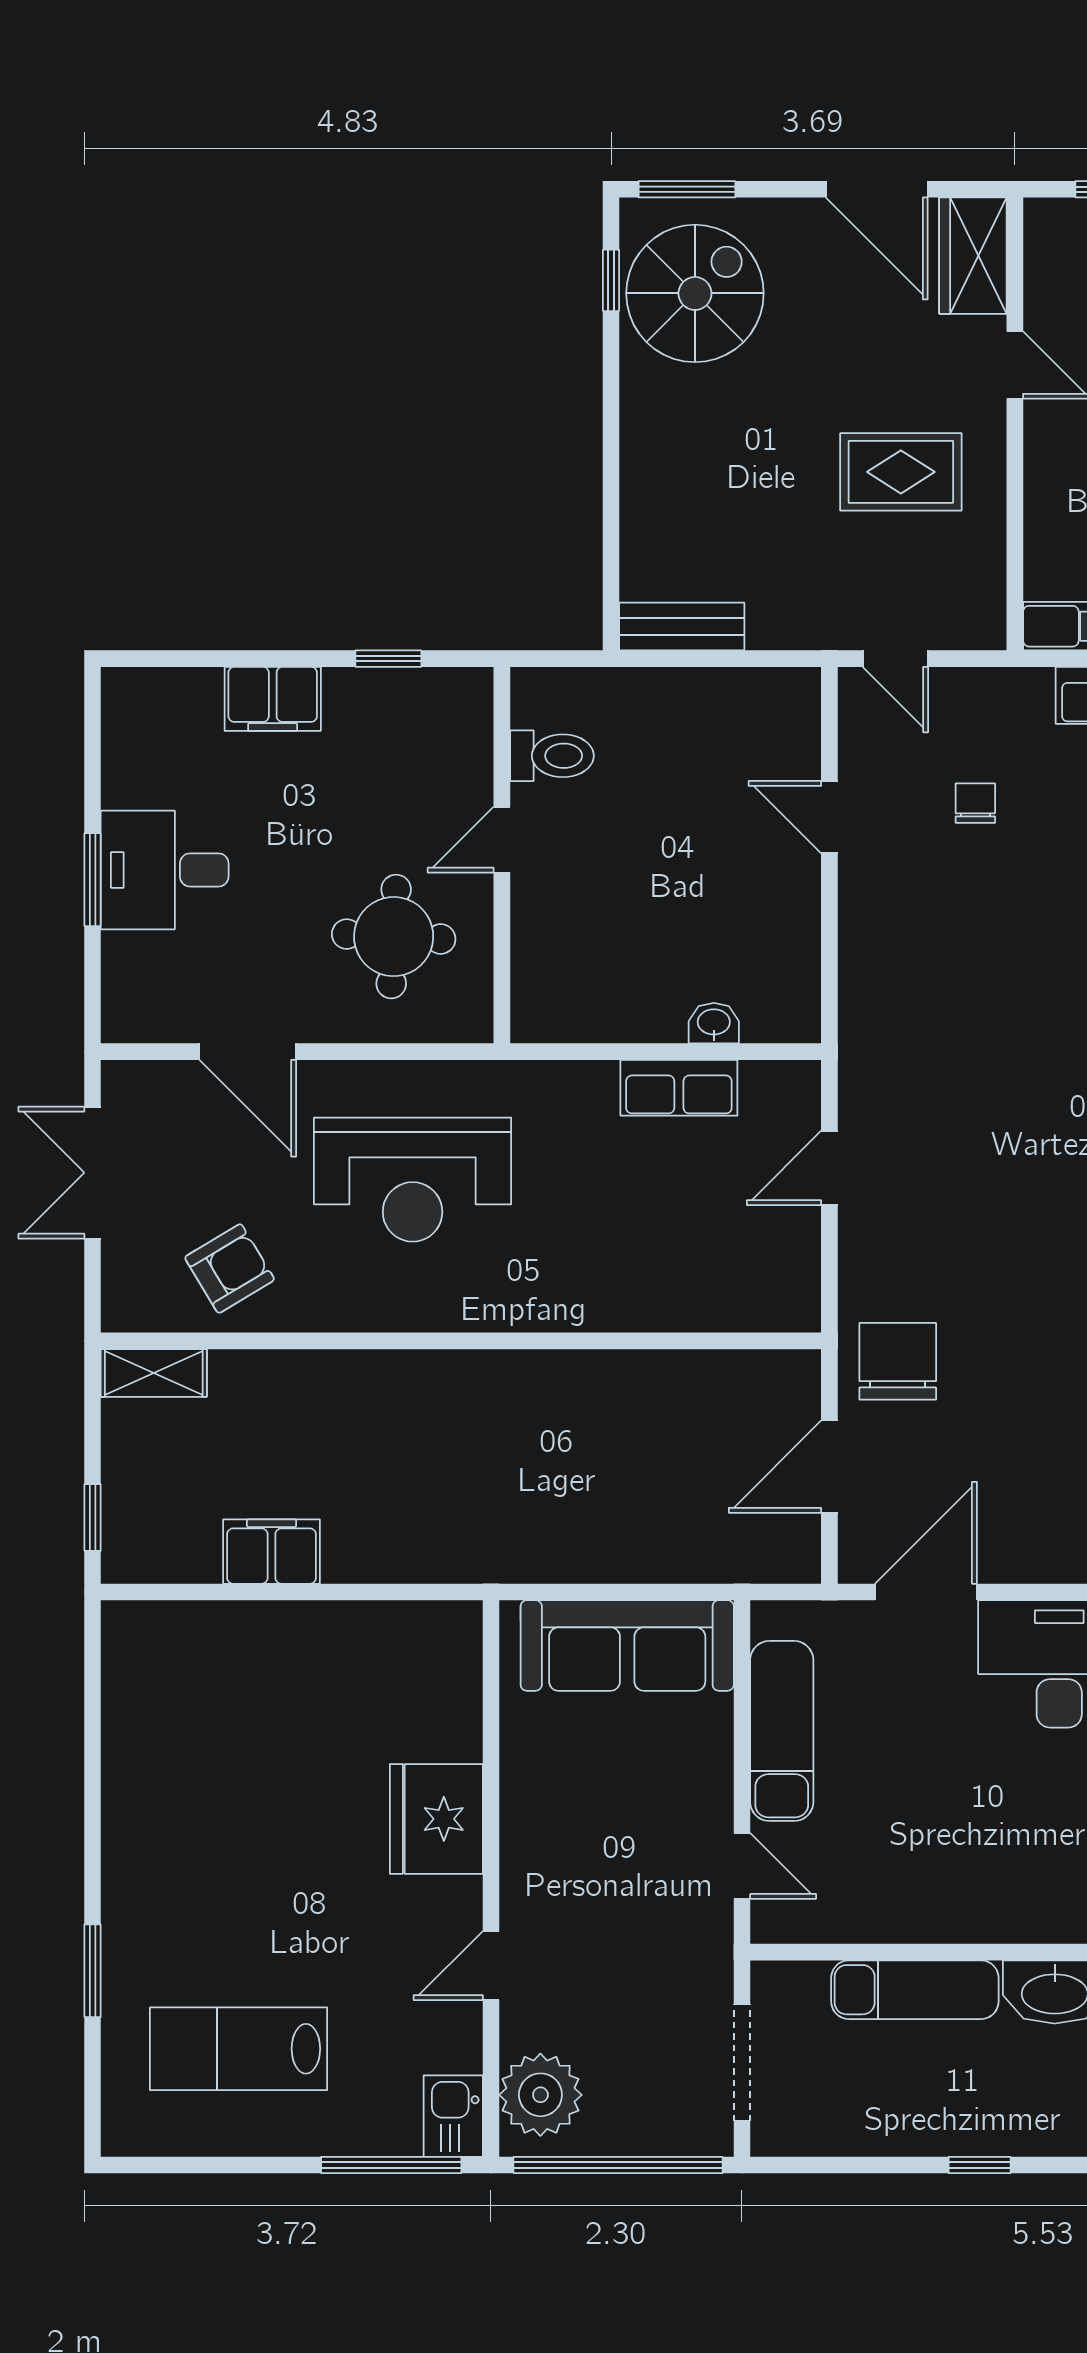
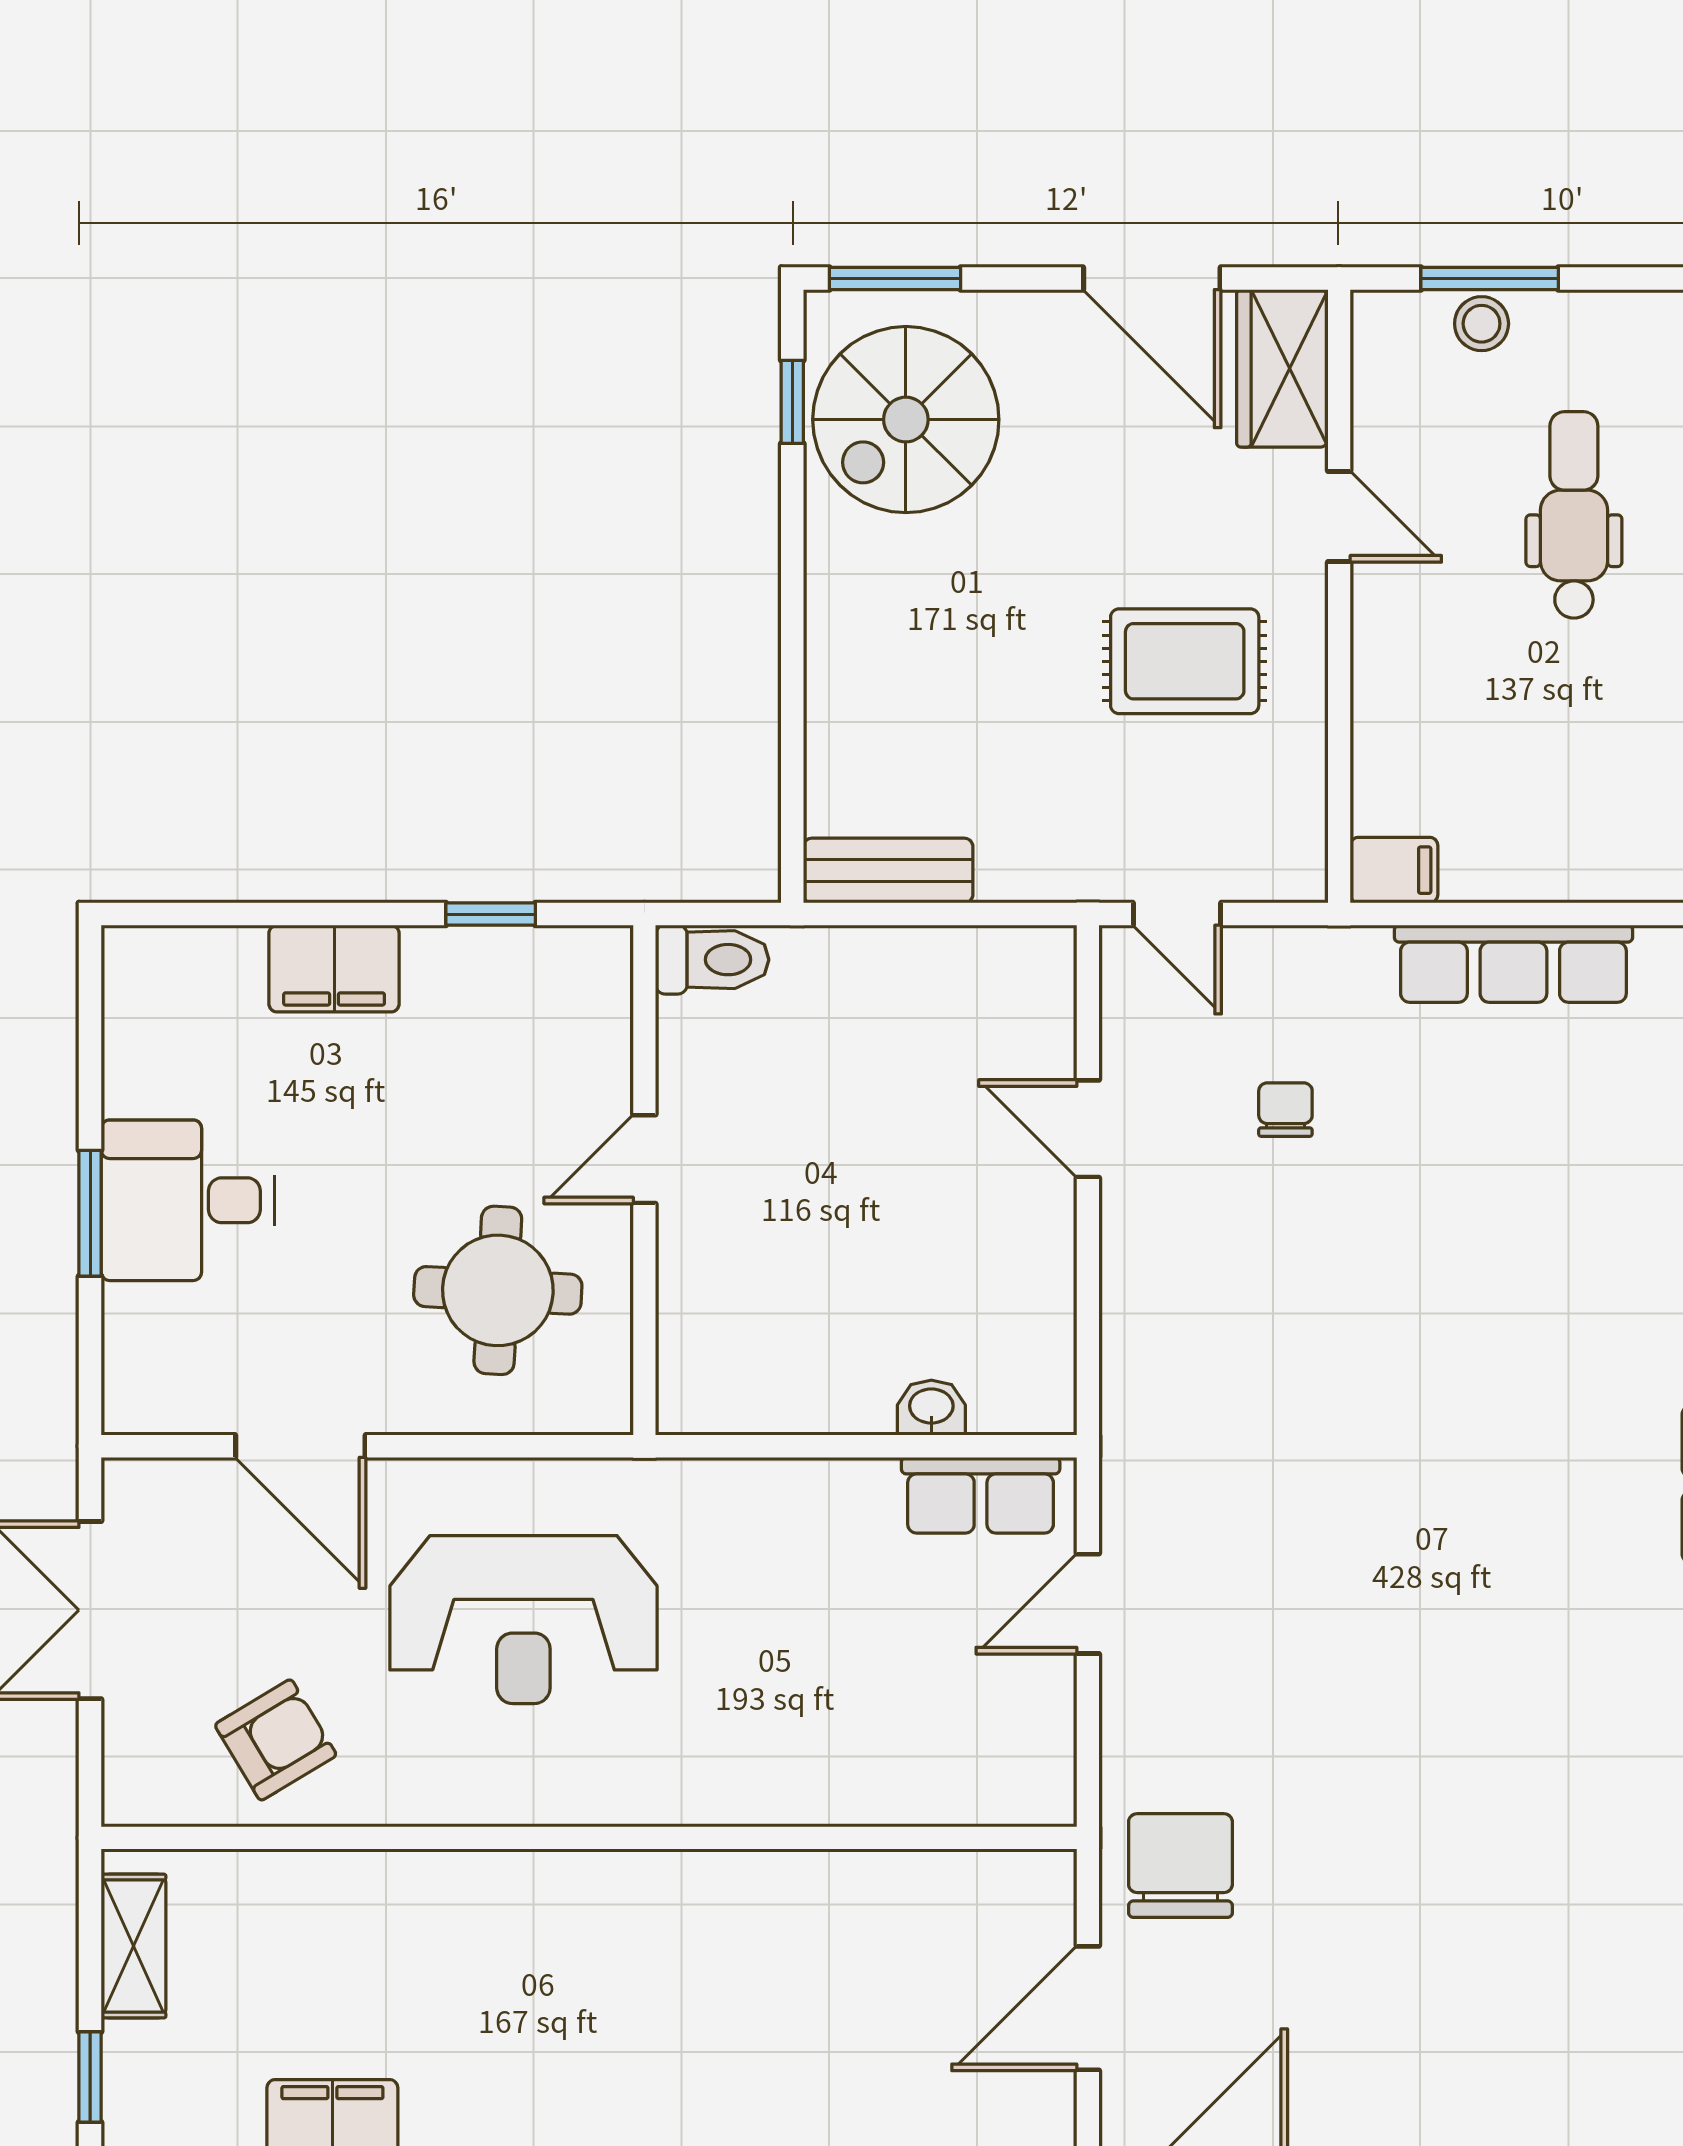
spiral stairs: (695, 293) -> (906, 420), turned 180
toilet: (552, 756) -> (712, 960), moved
row of seats: (679, 1088) -> (981, 1495), moved
shelving: (154, 1373) -> (133, 1946), moved, turned 90

